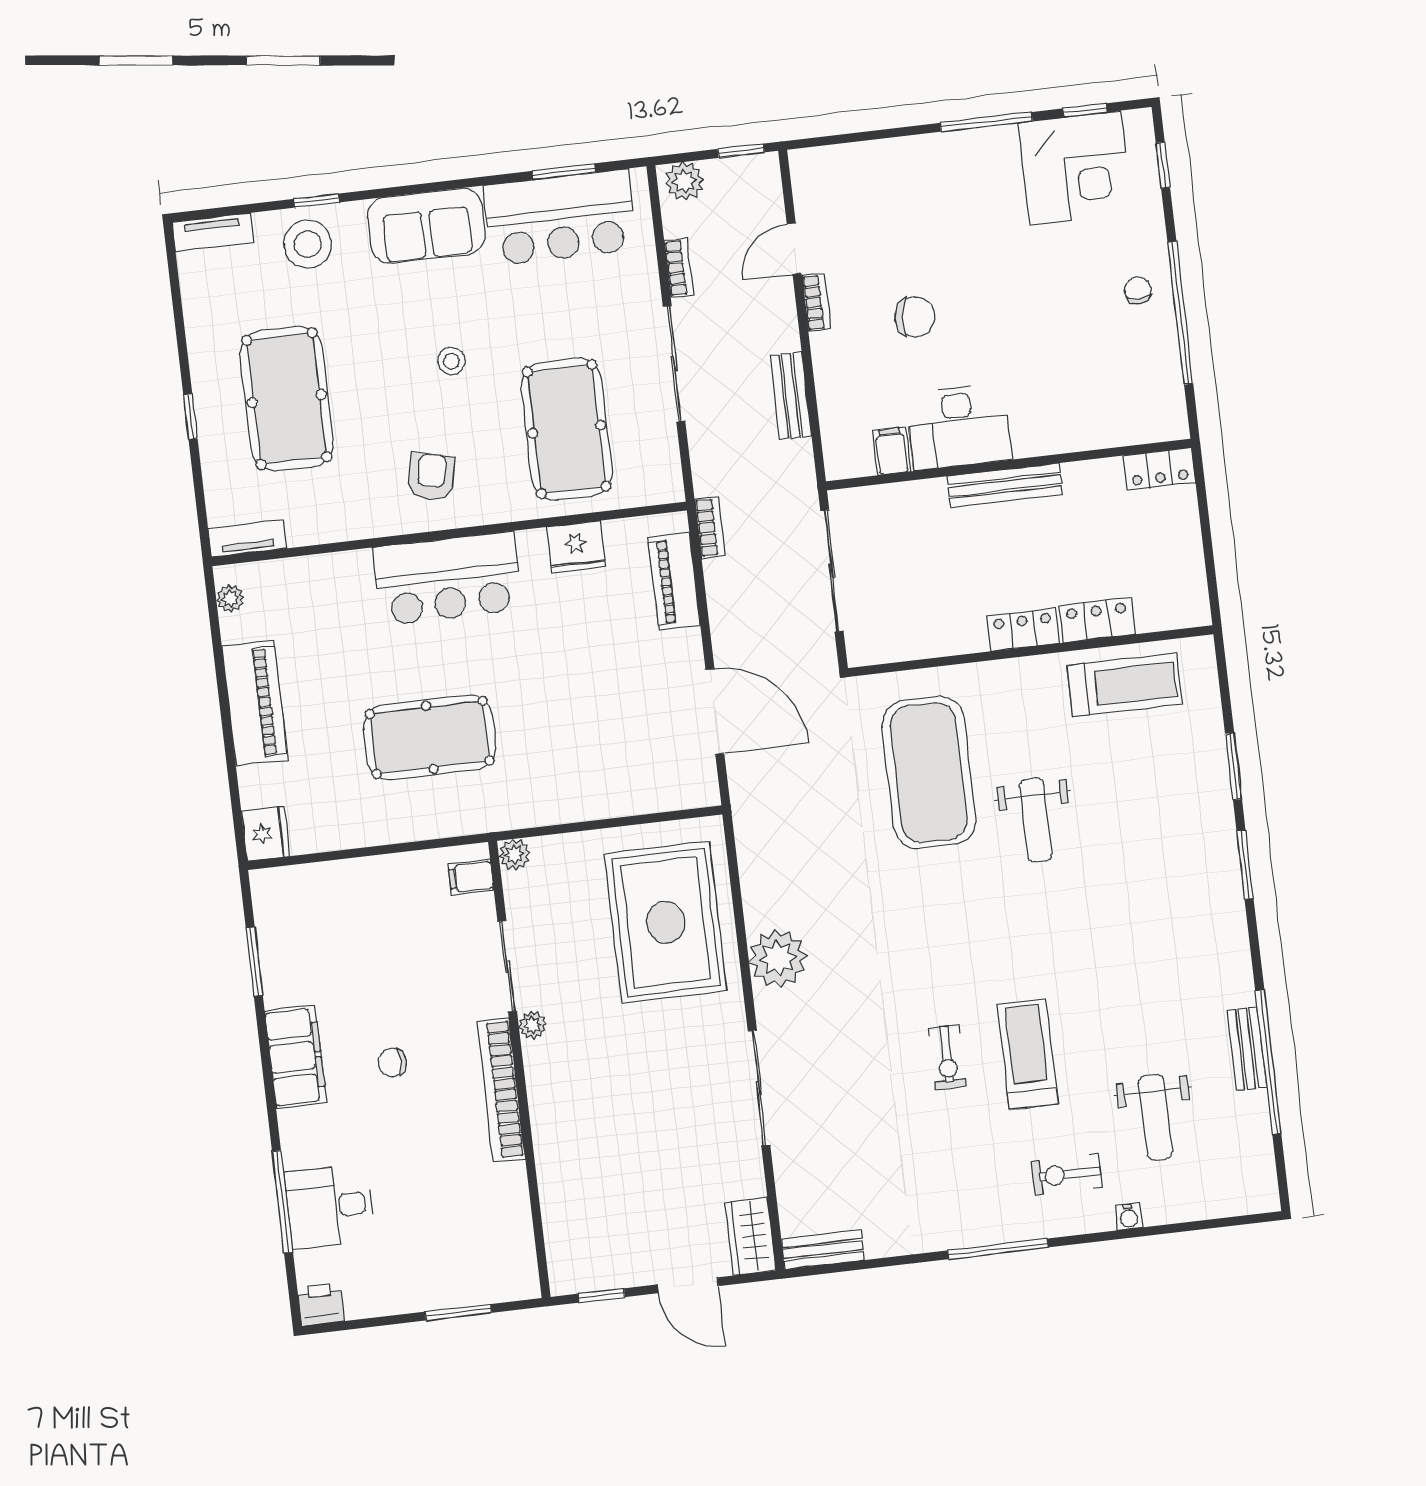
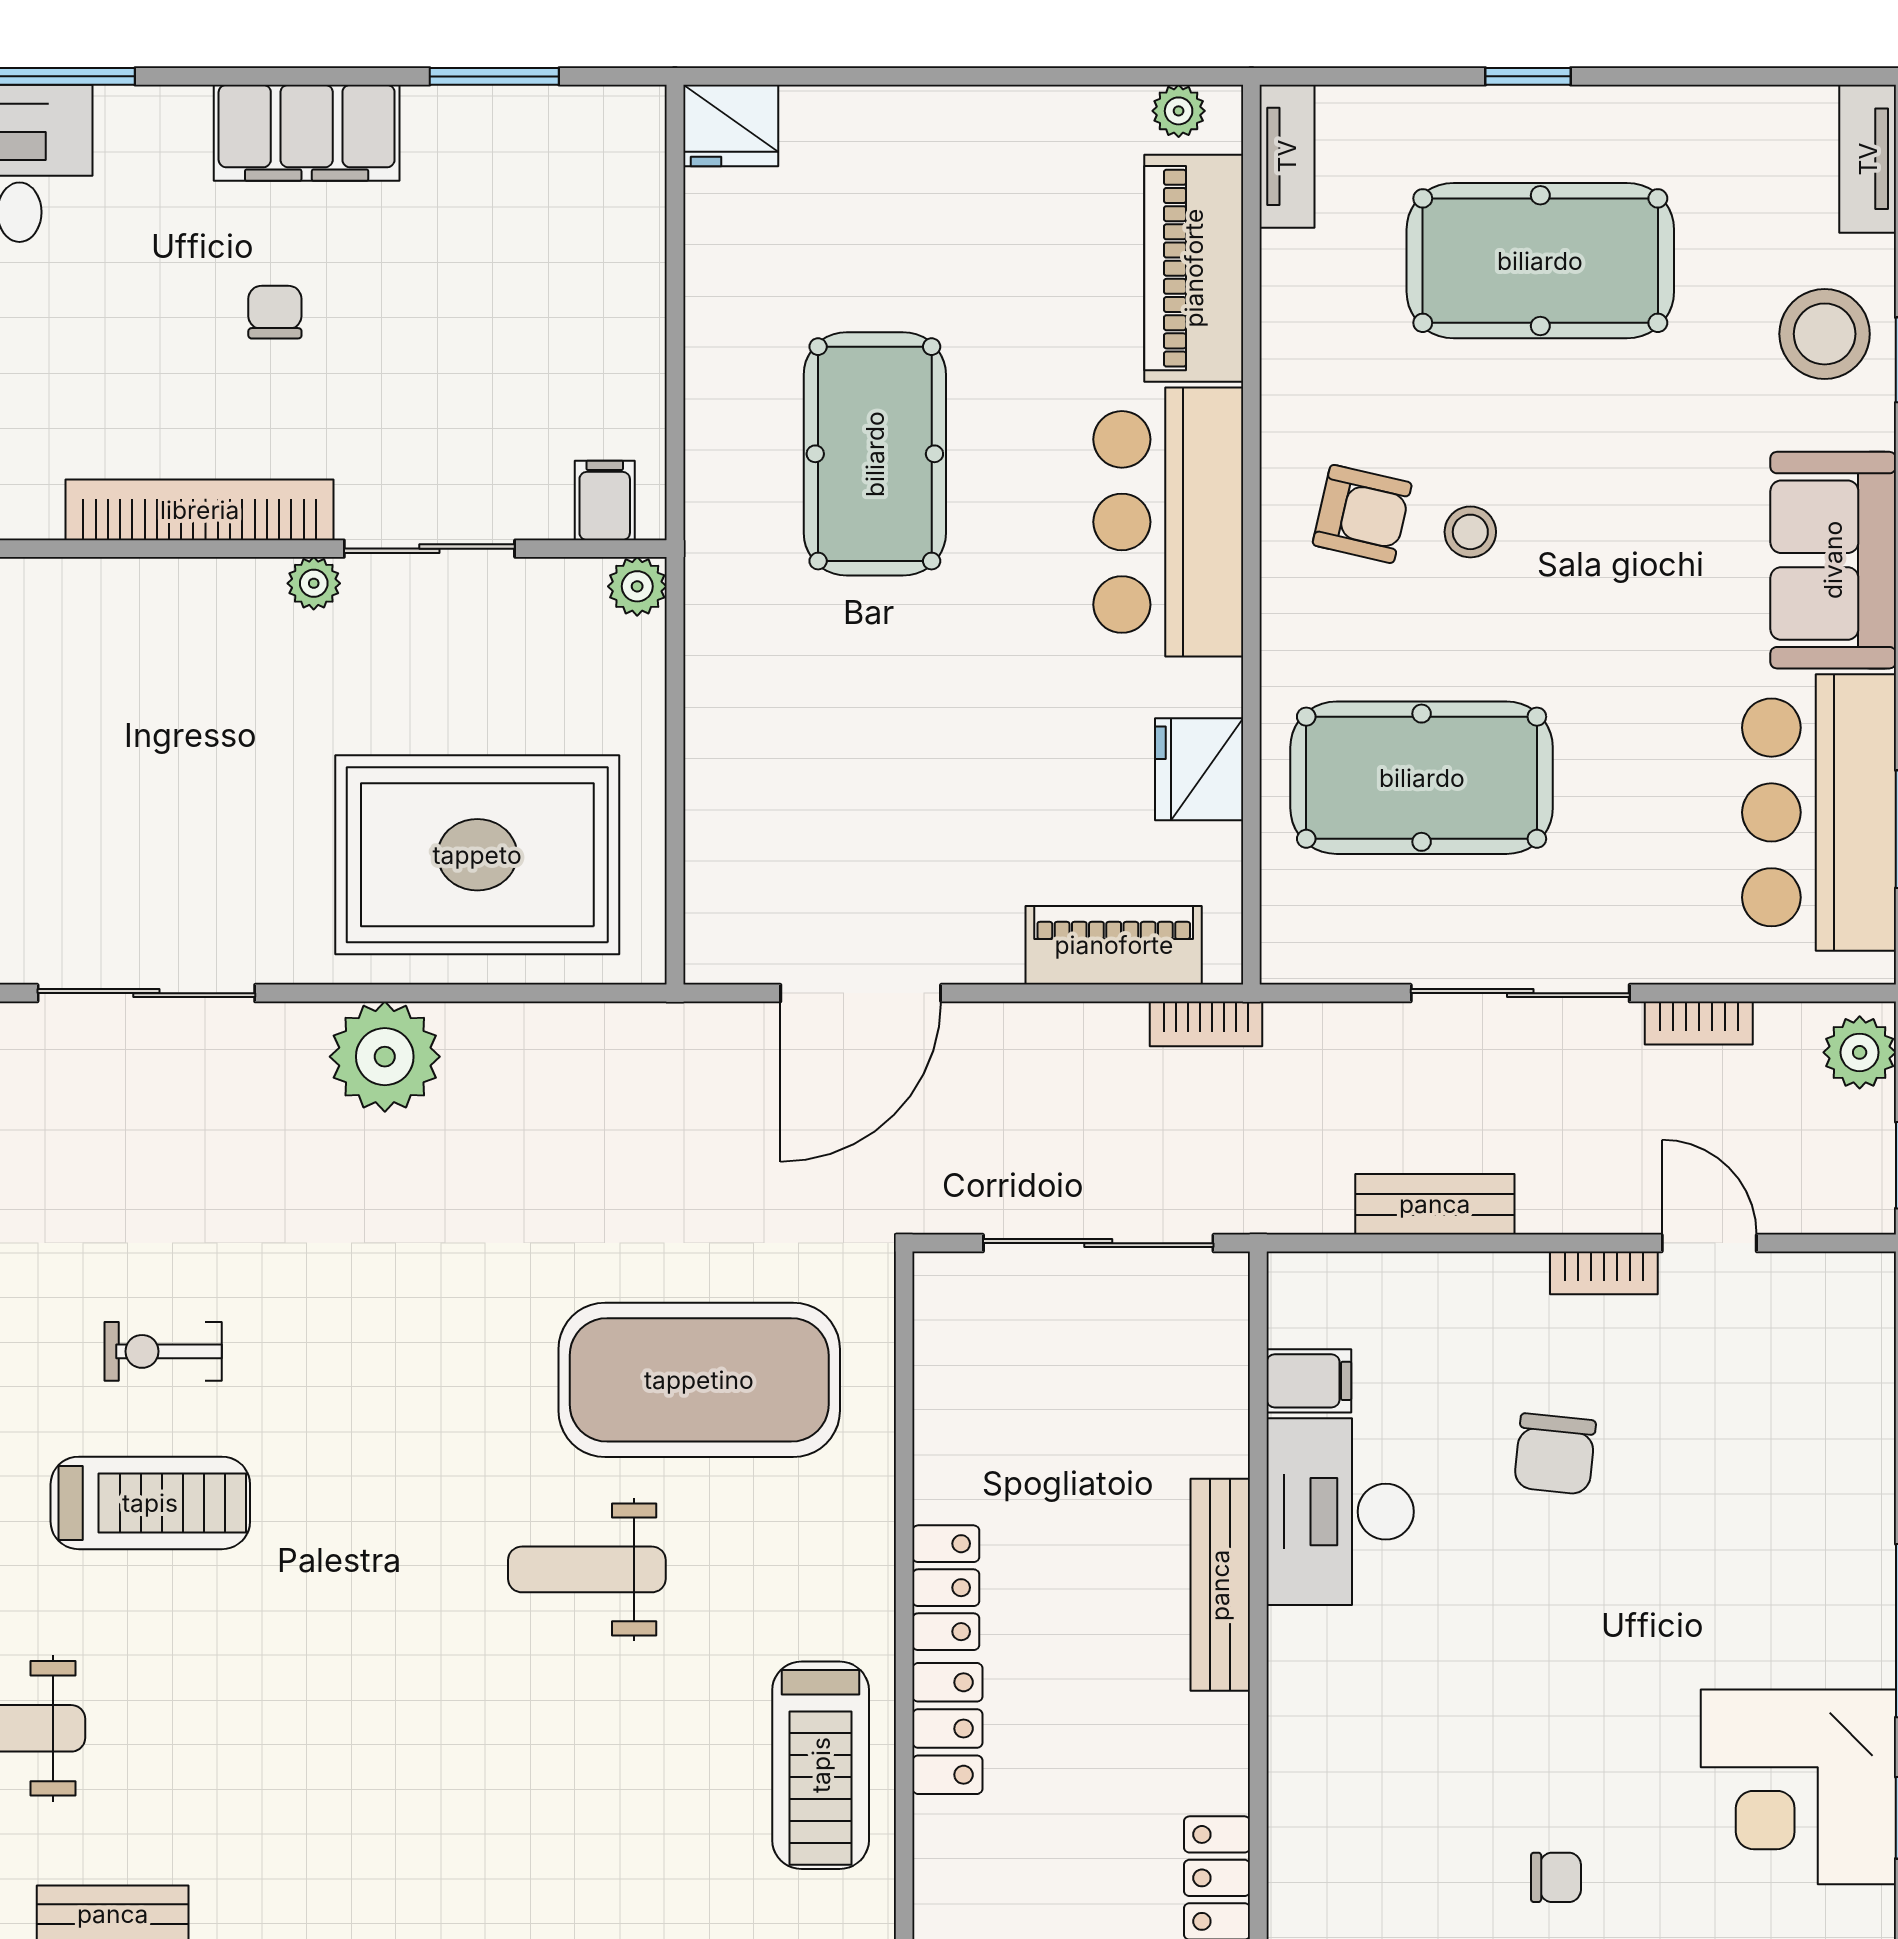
stool: (451, 361) -> (1470, 532), moved
piano: (255, 703) -> (1194, 268), moved, turned 90

